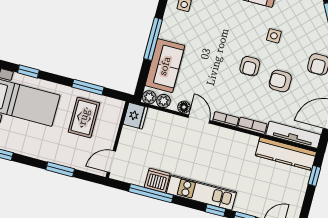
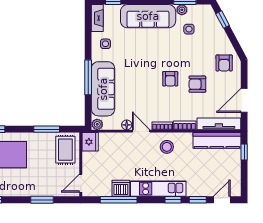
side table: (274, 36) -> (189, 29), moved
sofa: (165, 66) -> (103, 89), width x1.36
plant: (163, 101) -> (109, 124), removed
rug: (84, 117) -> (65, 150), moved
stool: (224, 146) -> (167, 147), added

